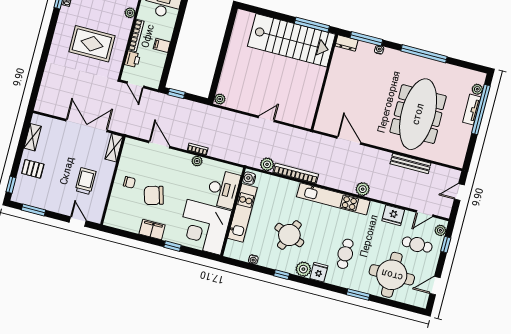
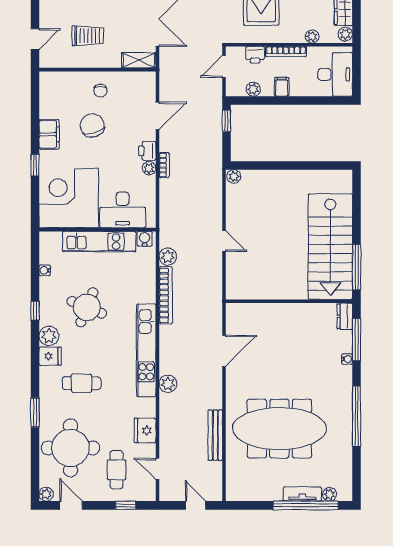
plant: (158, 67) -> (253, 89), added
printer: (184, 159) -> (147, 151), added
plant: (440, 230) -> (46, 494), moved

